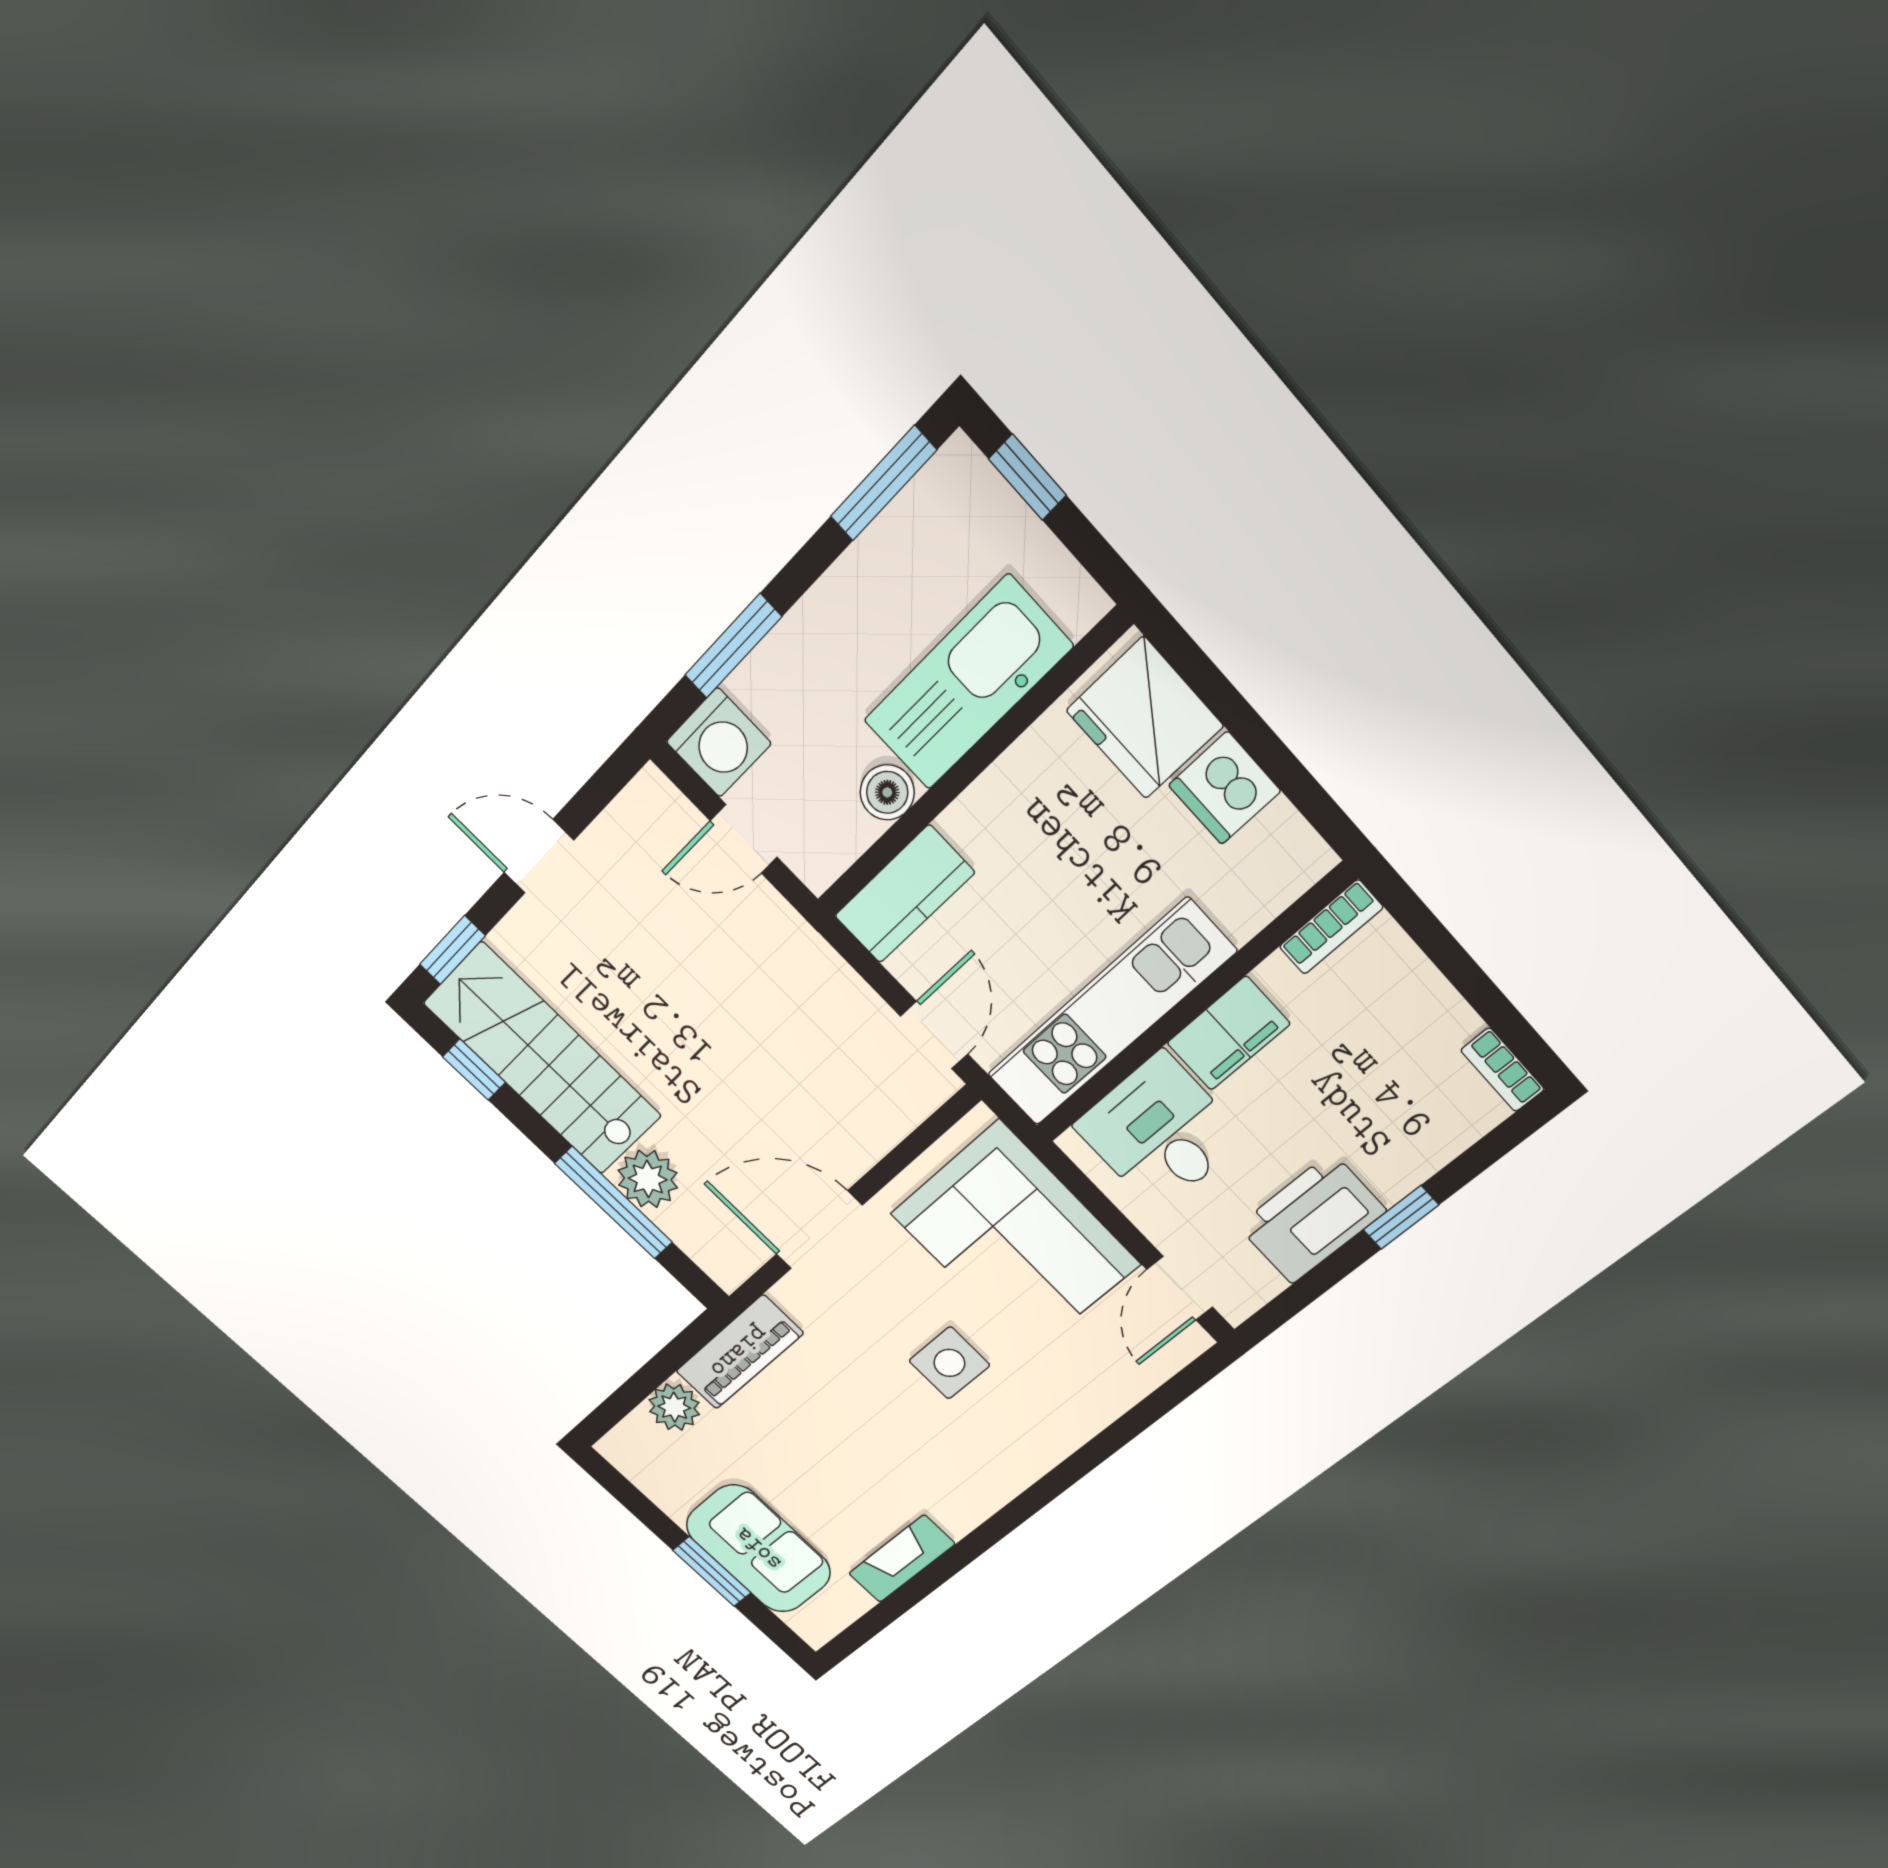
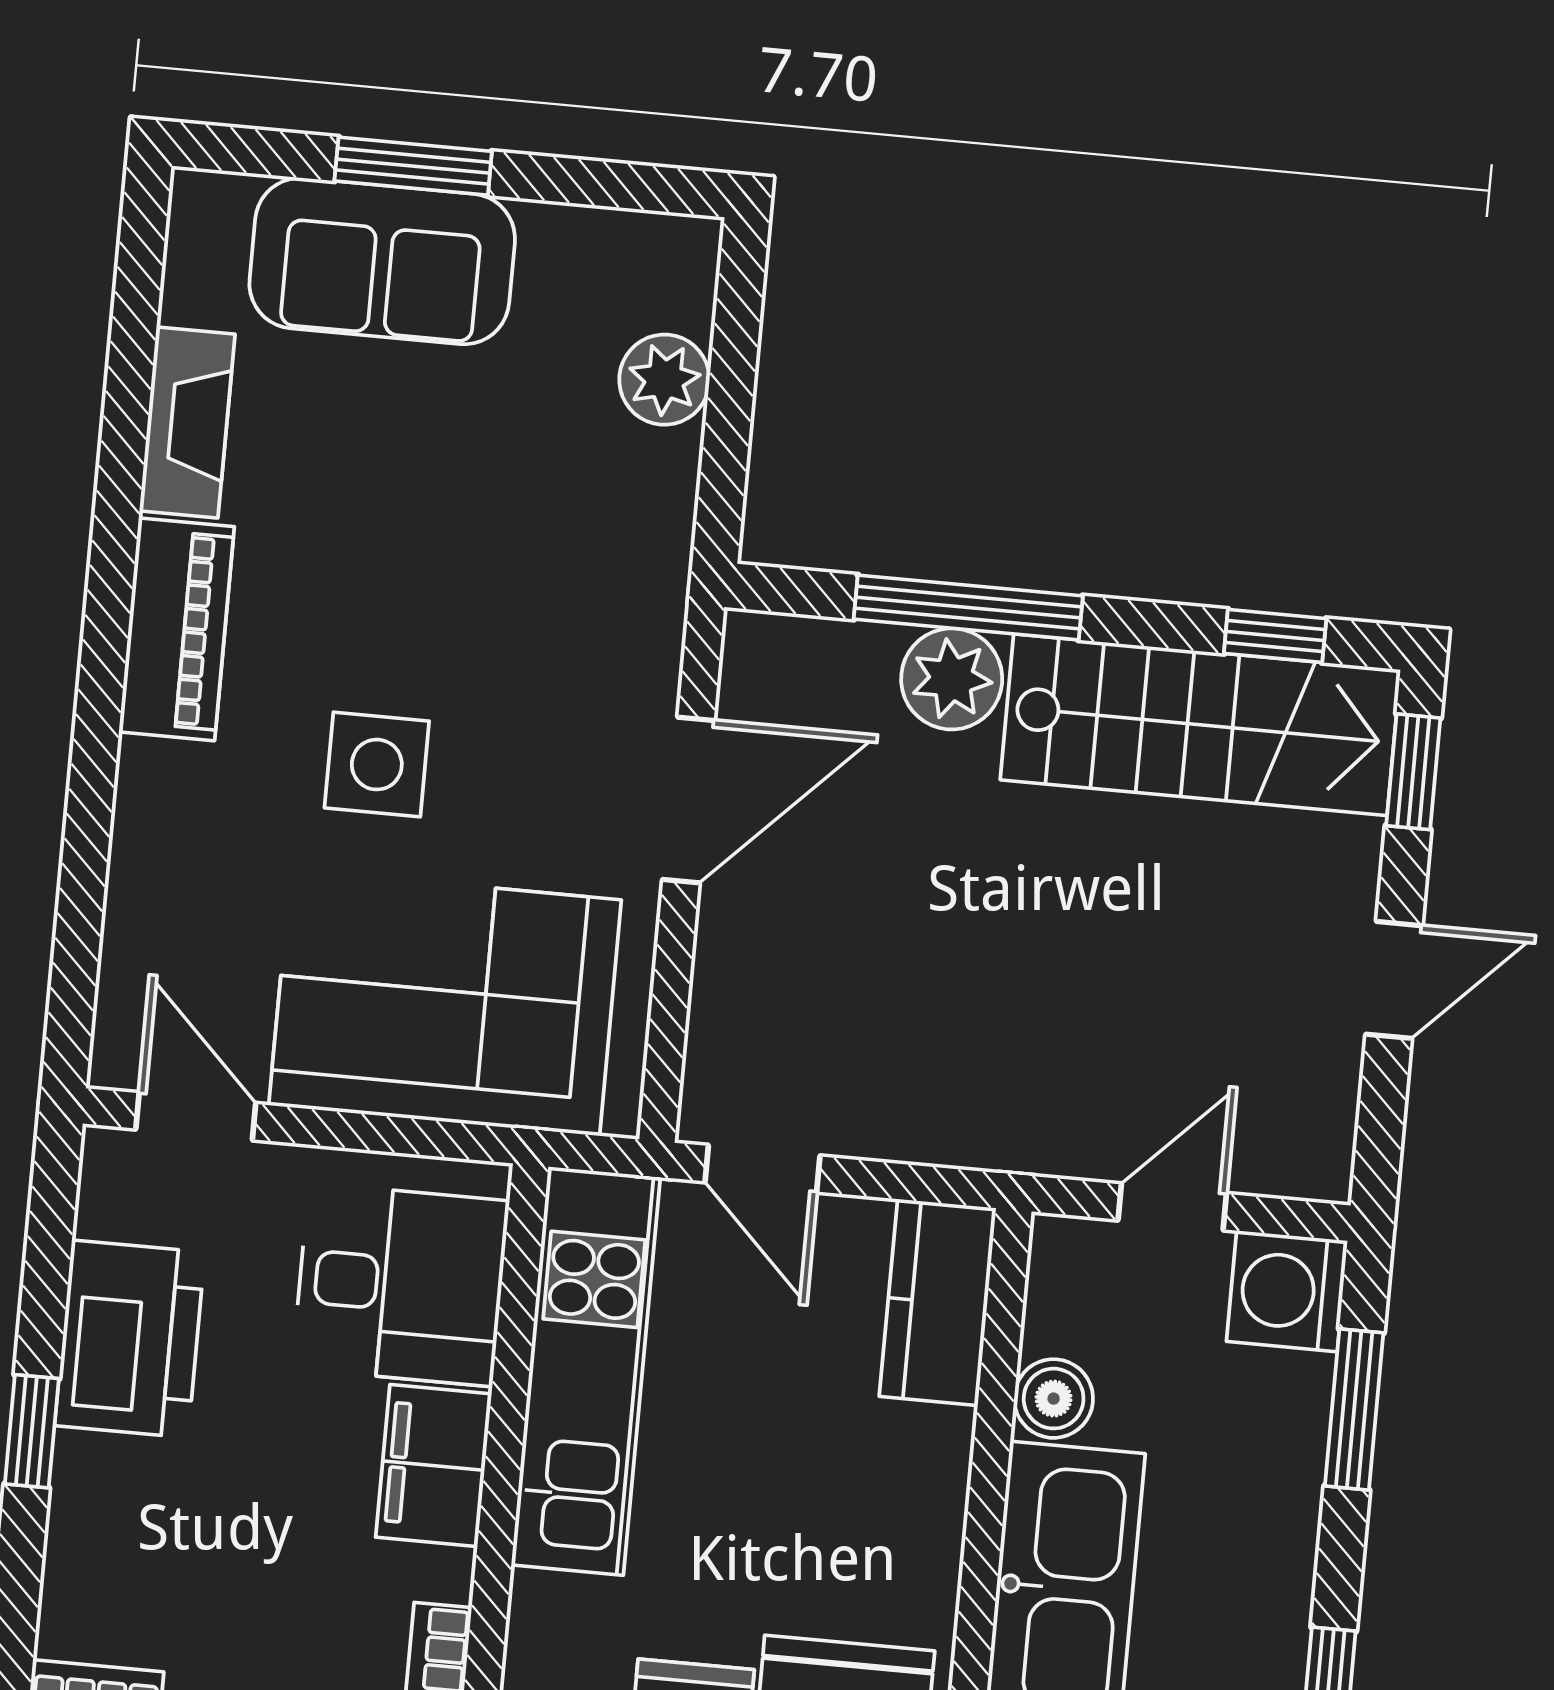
piano: (739, 1352) -> (177, 629), moved, turned 180

